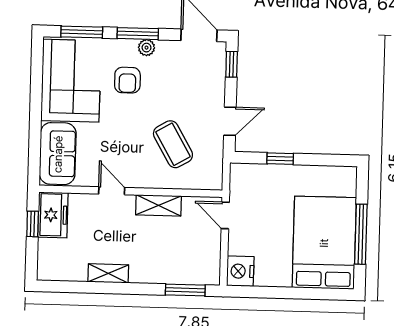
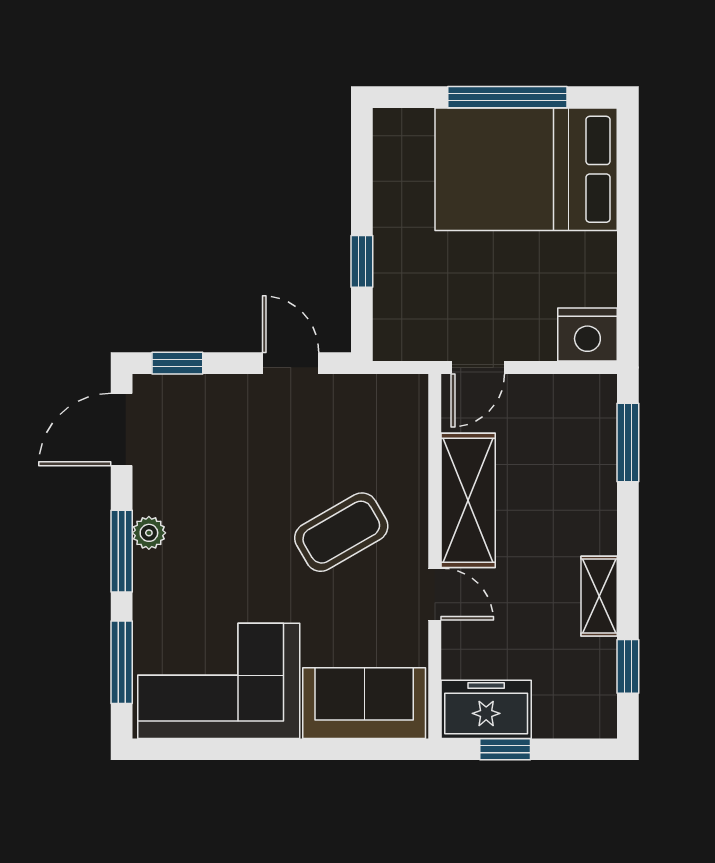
armchair: (127, 80) -> (215, 569), removed
coffee table: (173, 144) -> (341, 532), moved
door: (112, 191) -> (435, 594), swing flipped
shelving: (159, 205) -> (468, 500), width x1.50, depth x1.33
window: (72, 287) -> (628, 666), added

